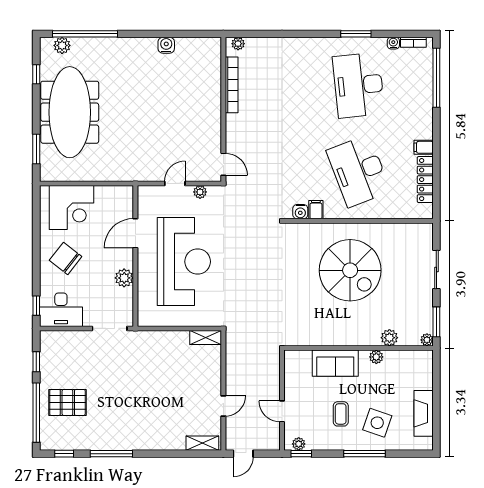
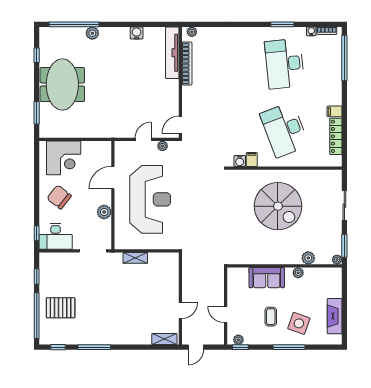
plant: (62, 45) -> (92, 33), moved
tv unit: (213, 71) -> (172, 53), added
meeting table: (70, 112) -> (62, 84), width x0.73
door: (223, 164) -> (180, 125), swing flipped
shelving: (206, 338) -> (135, 258), moved

